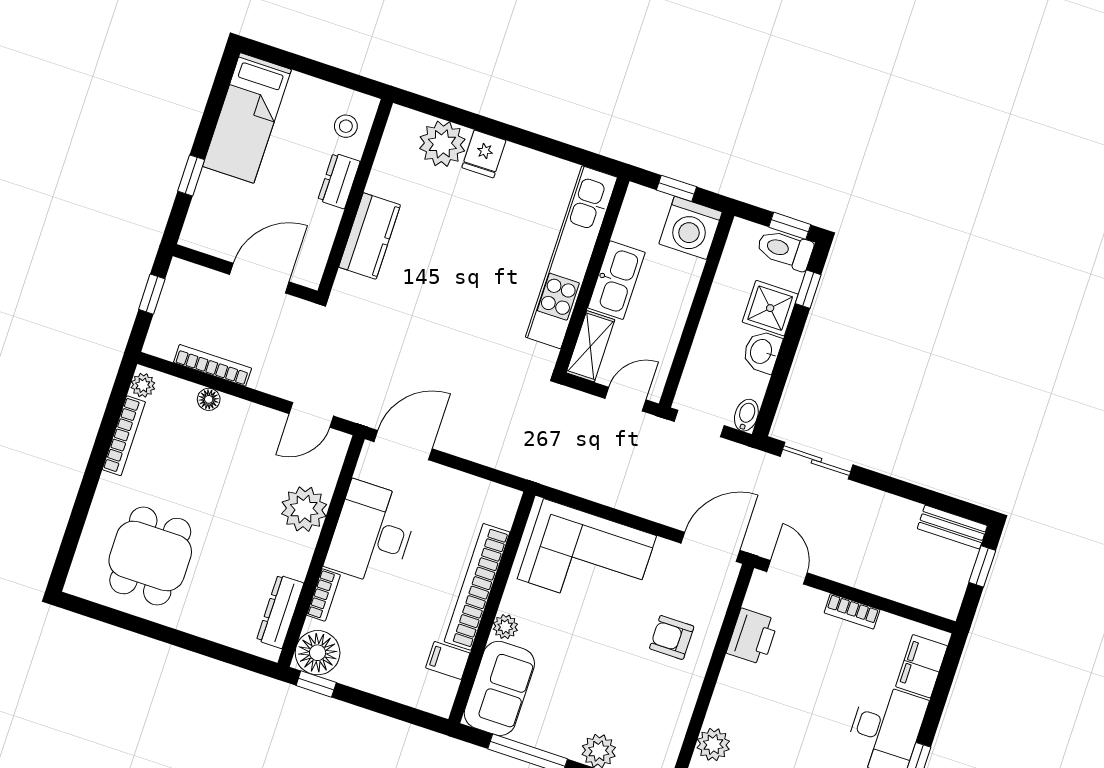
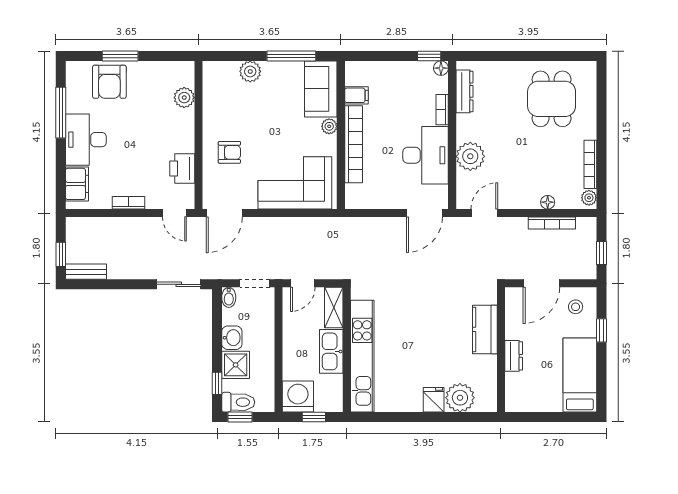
stool: (346, 126) -> (576, 307), moved
floor lamp: (318, 653) -> (441, 68), width x0.53, depth x0.53

